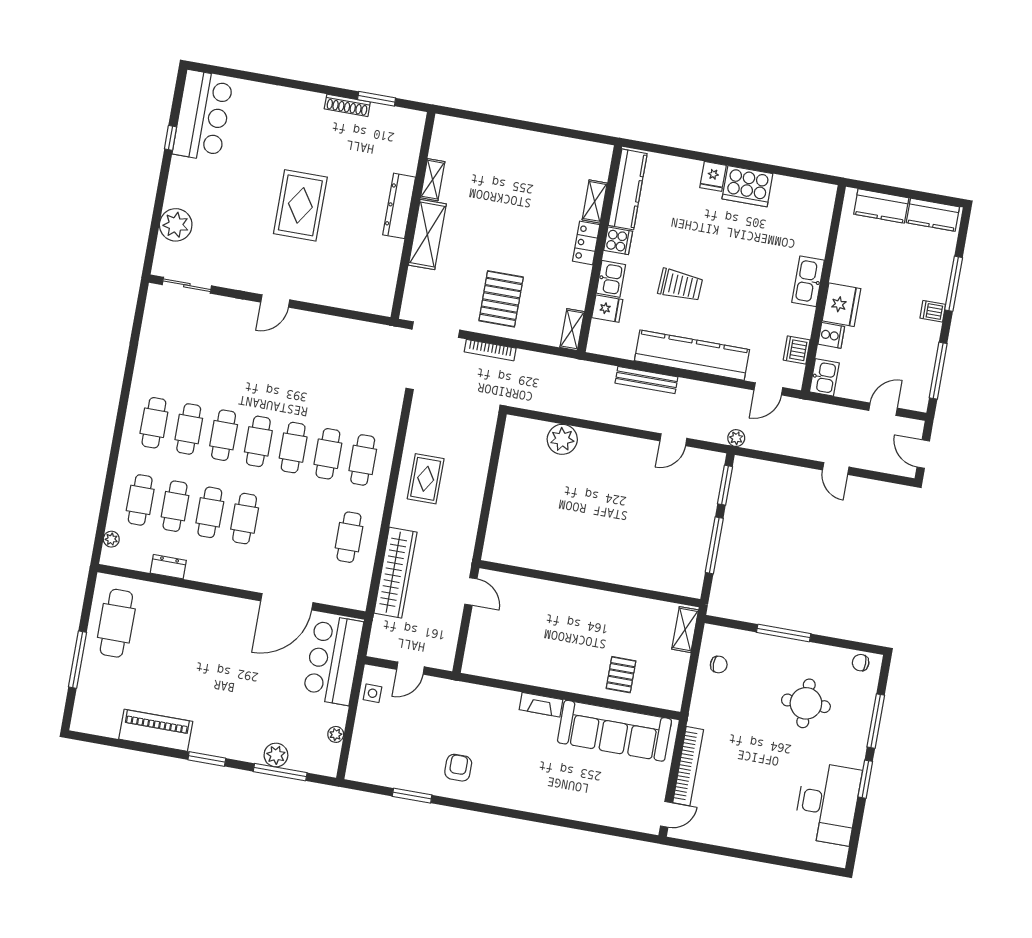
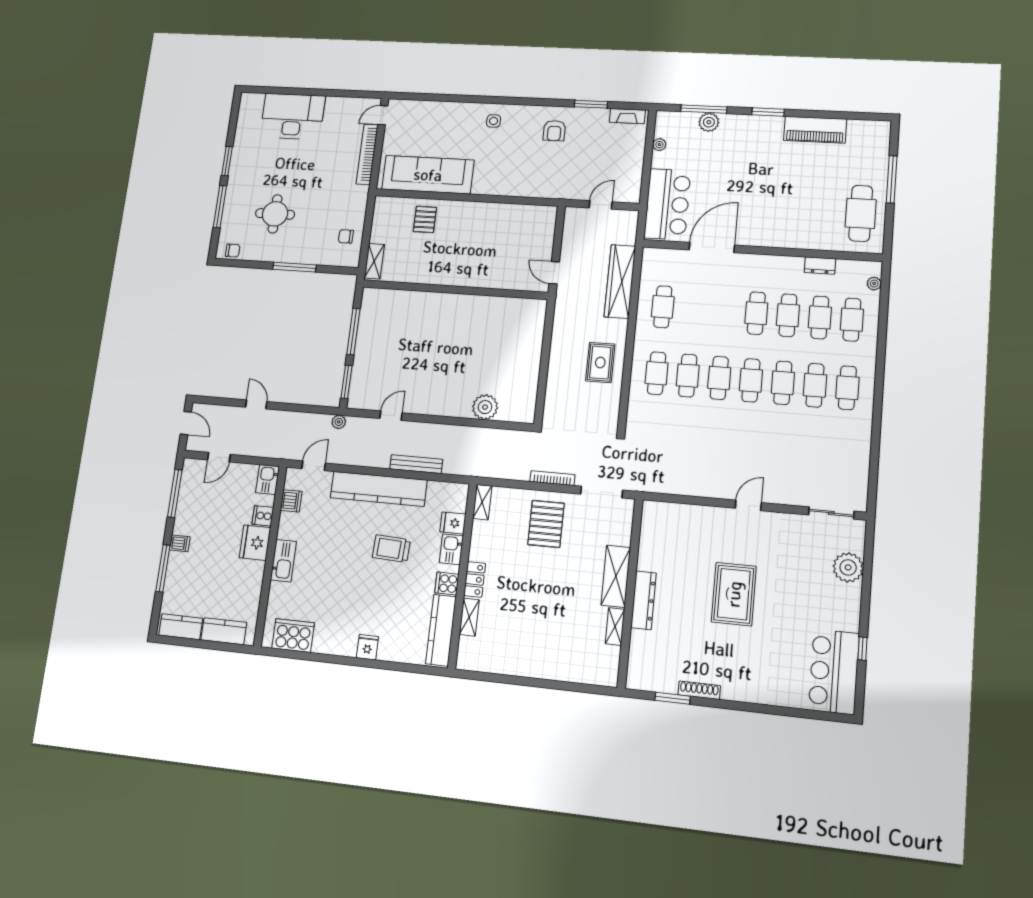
cooker: (747, 186) -> (293, 636), moved
side table: (373, 693) -> (494, 121), moved
fireplace: (541, 705) -> (627, 116), moved, turned 180
desk: (827, 803) -> (293, 116), moved, turned 90

